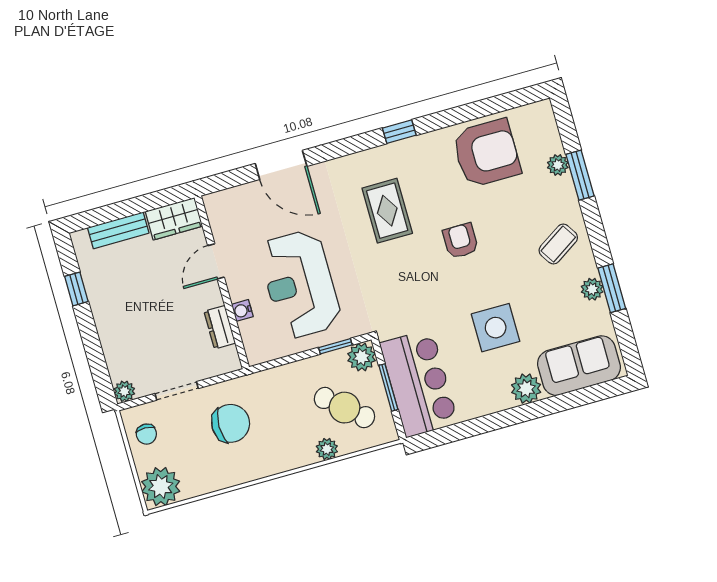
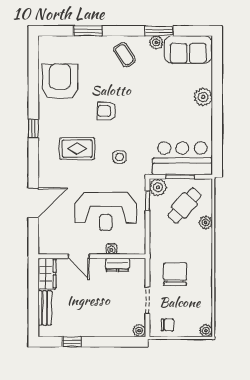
plant: (558, 165) -> (78, 42), removed
side table: (496, 328) -> (120, 157), moved, width x0.54, depth x0.54
sofa: (579, 366) -> (188, 50), moved, turned -90
plant: (161, 487) -> (206, 331), width x0.53, depth x0.53

